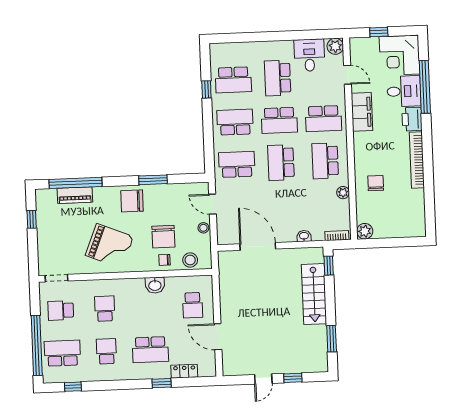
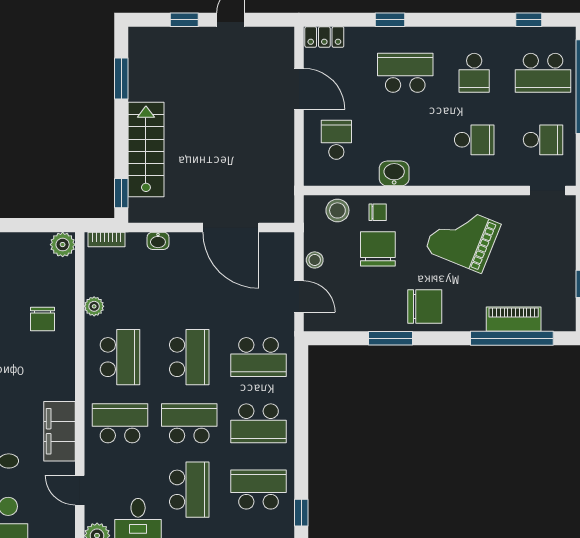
window: (206, 89) -> (301, 513), moved
school desk: (105, 309) -> (474, 140), turned -90
locker: (184, 371) -> (324, 37), moved

